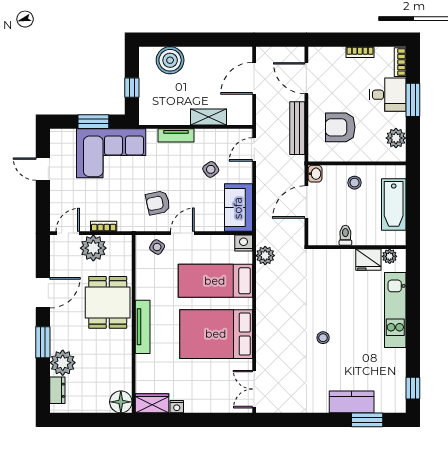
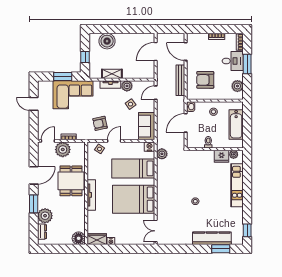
shelving: (208, 117) -> (112, 74), moved
plant: (205, 138) -> (127, 86), added
kitchen counter: (352, 402) -> (212, 238), width x1.50

